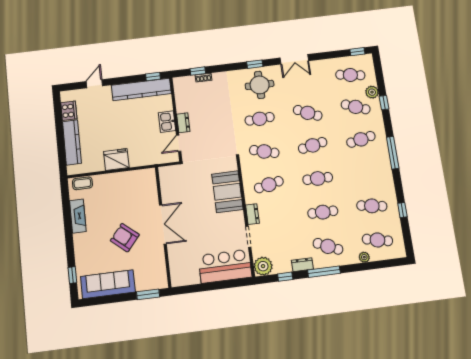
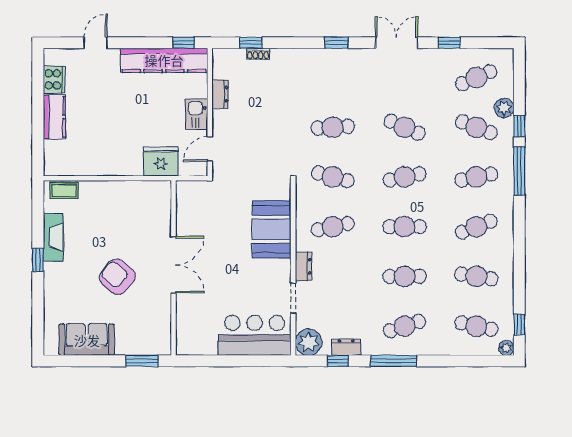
window: (357, 52) -> (449, 43), moved
double door: (294, 59) -> (397, 43), swing flipped
cafe table: (350, 75) -> (476, 78), turned -33
round table: (260, 85) -> (340, 76), removed
dresser: (183, 123) -> (220, 94), moved
kitchen counter: (72, 142) -> (54, 117), width x0.67
window: (393, 153) -> (519, 171), moved
fridge: (116, 159) -> (161, 162), moved
cafe table: (366, 172) -> (476, 227), added
window: (402, 210) -> (519, 325), moved
cafe table: (328, 246) -> (405, 326), turned -42
plant: (364, 257) -> (506, 348), moved
dresser: (302, 265) -> (346, 347), moved
window: (72, 275) -> (38, 260), moved
sofa: (108, 284) -> (87, 340), width x0.73

